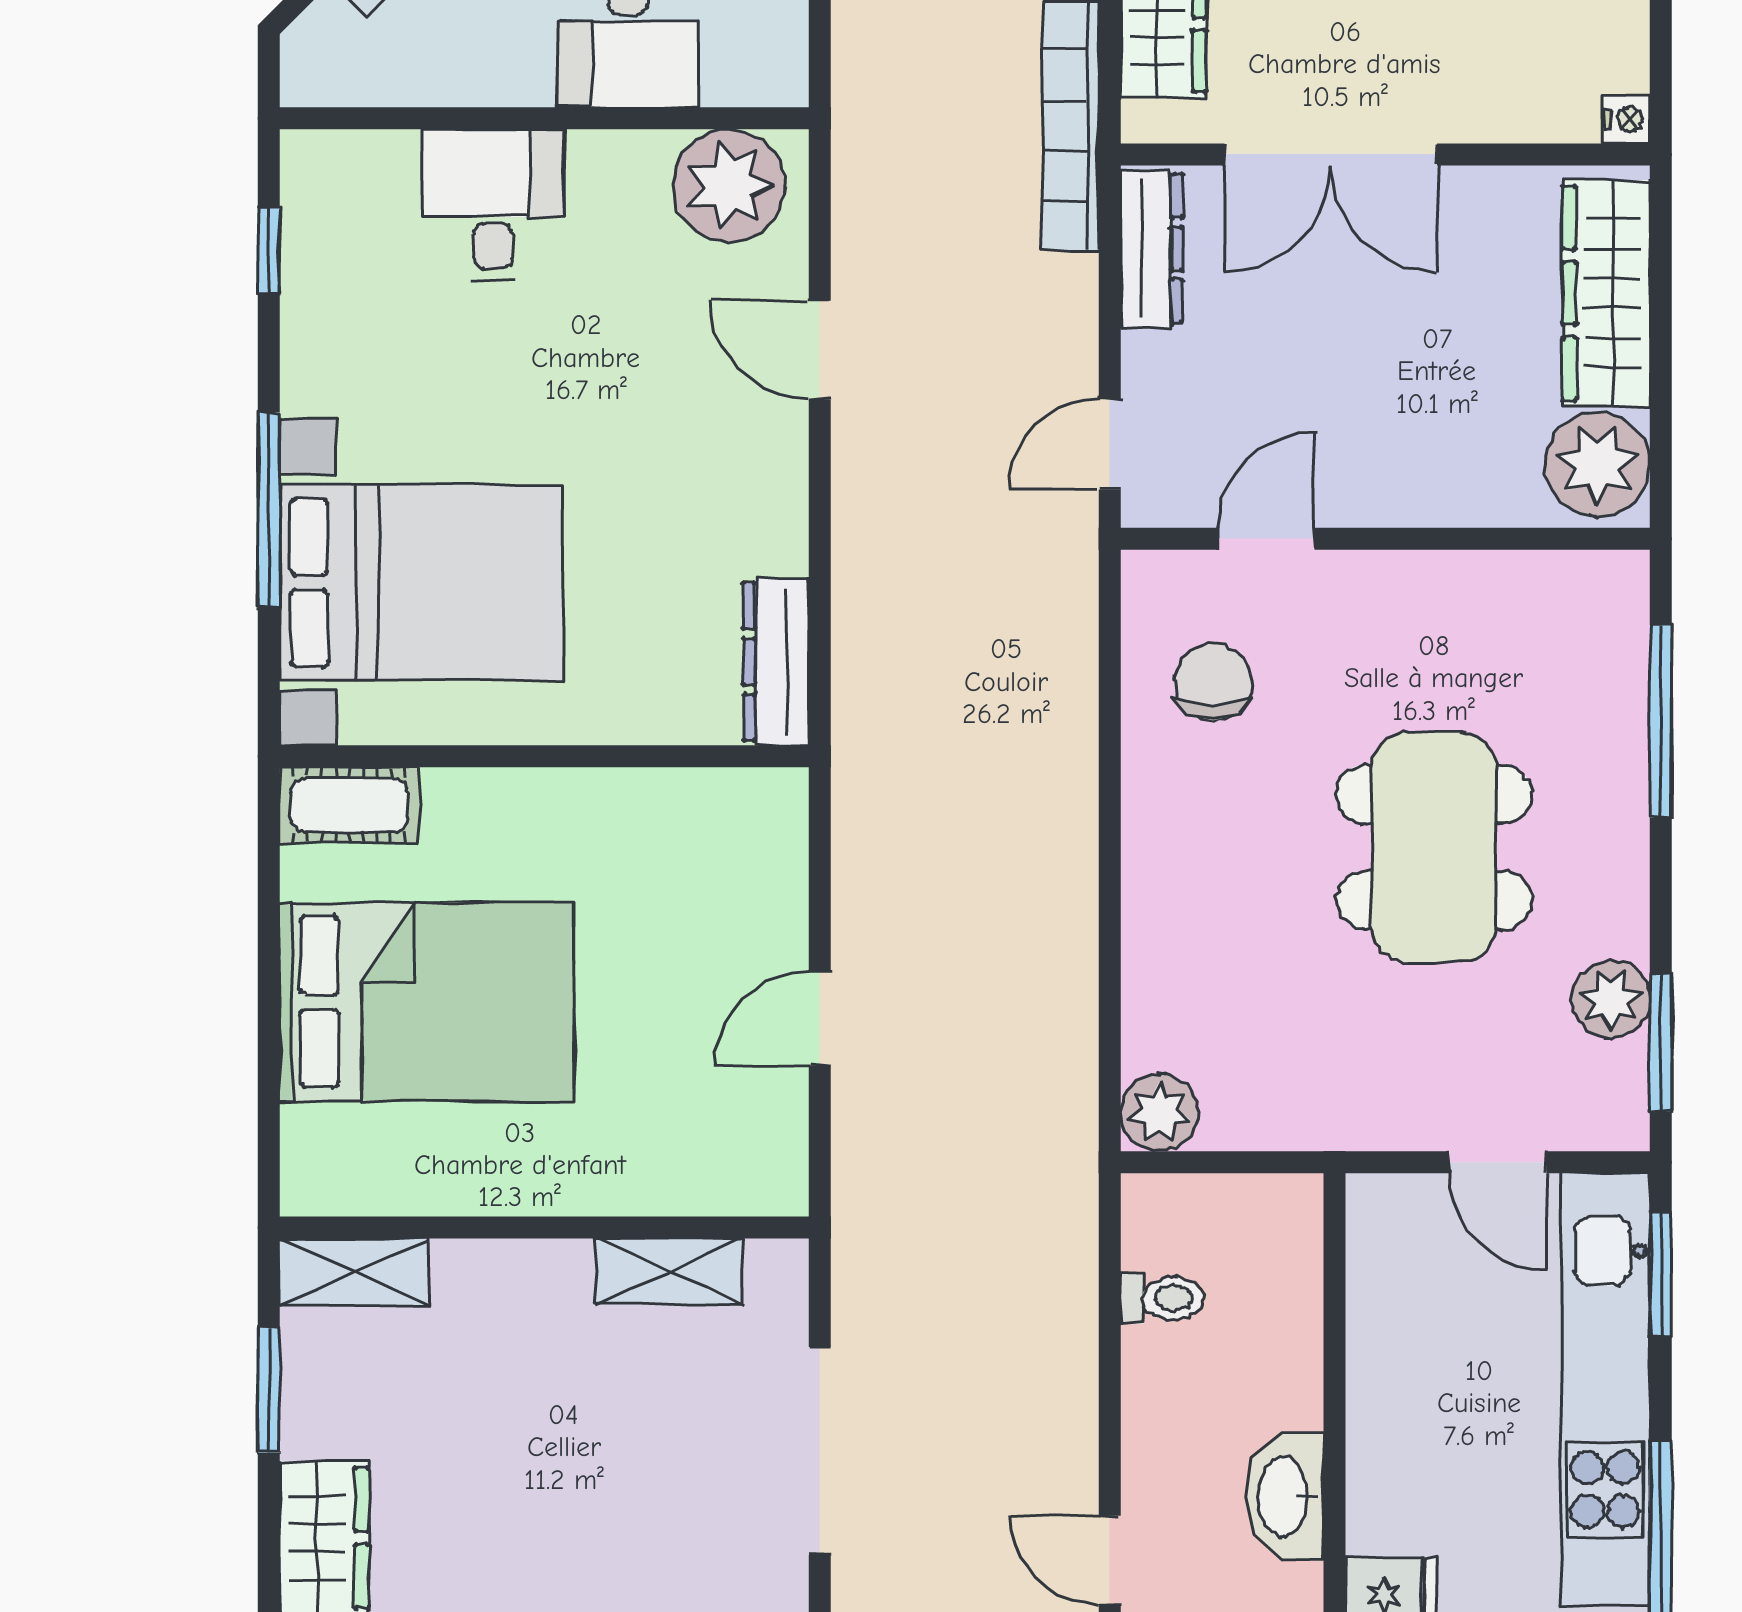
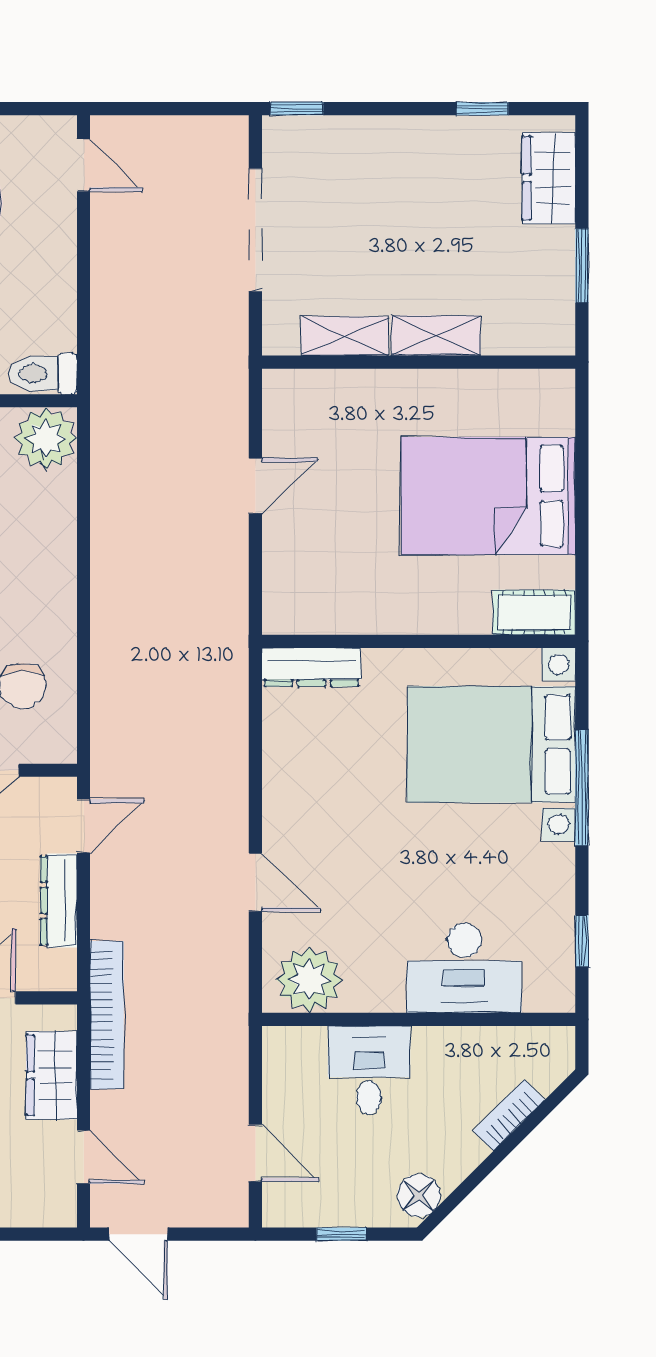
desk: (493, 205) -> (464, 968), width x1.37
dresser: (1151, 249) -> (59, 900), moved
dresser: (776, 662) -> (311, 667), moved, turned 90
plant: (1159, 1113) -> (46, 439), width x1.36, depth x1.36
shelving: (354, 1272) -> (436, 336), moved
toilet: (1162, 1298) -> (43, 374), moved, width x1.37, depth x1.39

